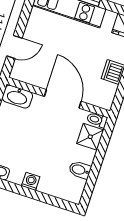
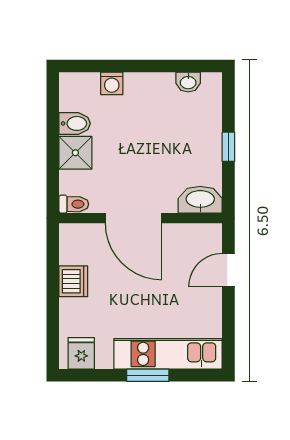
shower: (90, 137) -> (75, 153), moved
washing machine: (31, 181) -> (112, 83), moved

